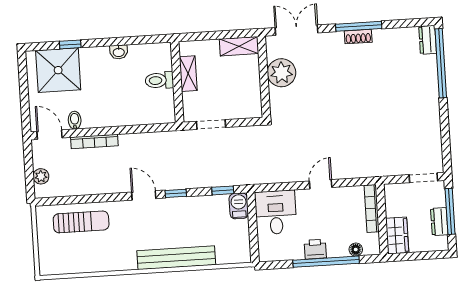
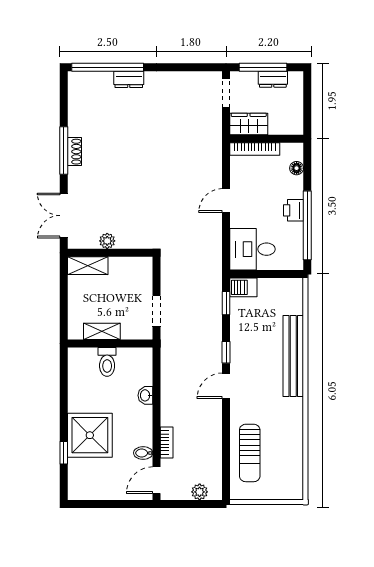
dresser: (428, 40) -> (129, 79), moved
shelving: (239, 46) -> (88, 266), moved, turned 90
washbasin: (119, 52) -> (145, 395), moved, turned 180
shower: (58, 70) -> (90, 435), moved
plant: (281, 73) -> (107, 241), width x0.53, depth x0.53
bookcase: (94, 141) -> (167, 443), width x0.64
door: (321, 184) -> (226, 201), hinge flipped
sun lounger: (81, 222) -> (250, 453), turned 180
wardrobe: (397, 235) -> (249, 124), moved
window: (326, 262) -> (307, 225), moved

